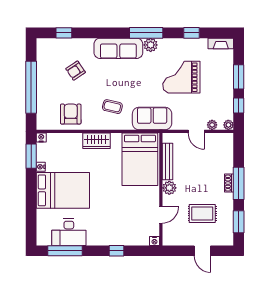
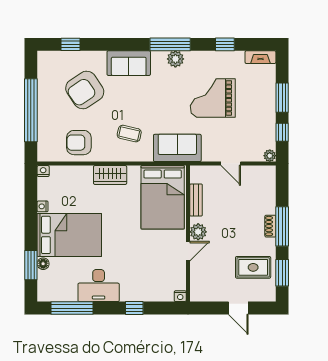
sofa: (118, 48) -> (129, 63), width x0.73
armchair: (76, 71) -> (85, 90), width x1.88, depth x1.88
armchair: (71, 114) -> (79, 143), turned -90
plant: (212, 125) -> (250, 156), removed
window: (31, 156) -> (31, 265), moved
bench: (168, 162) -> (196, 200), width x0.73
floor lamp: (41, 214) -> (43, 264), added
rug: (202, 214) -> (253, 267), moved
door: (161, 215) -> (188, 251), moved
desk: (69, 232) -> (99, 286), moved

